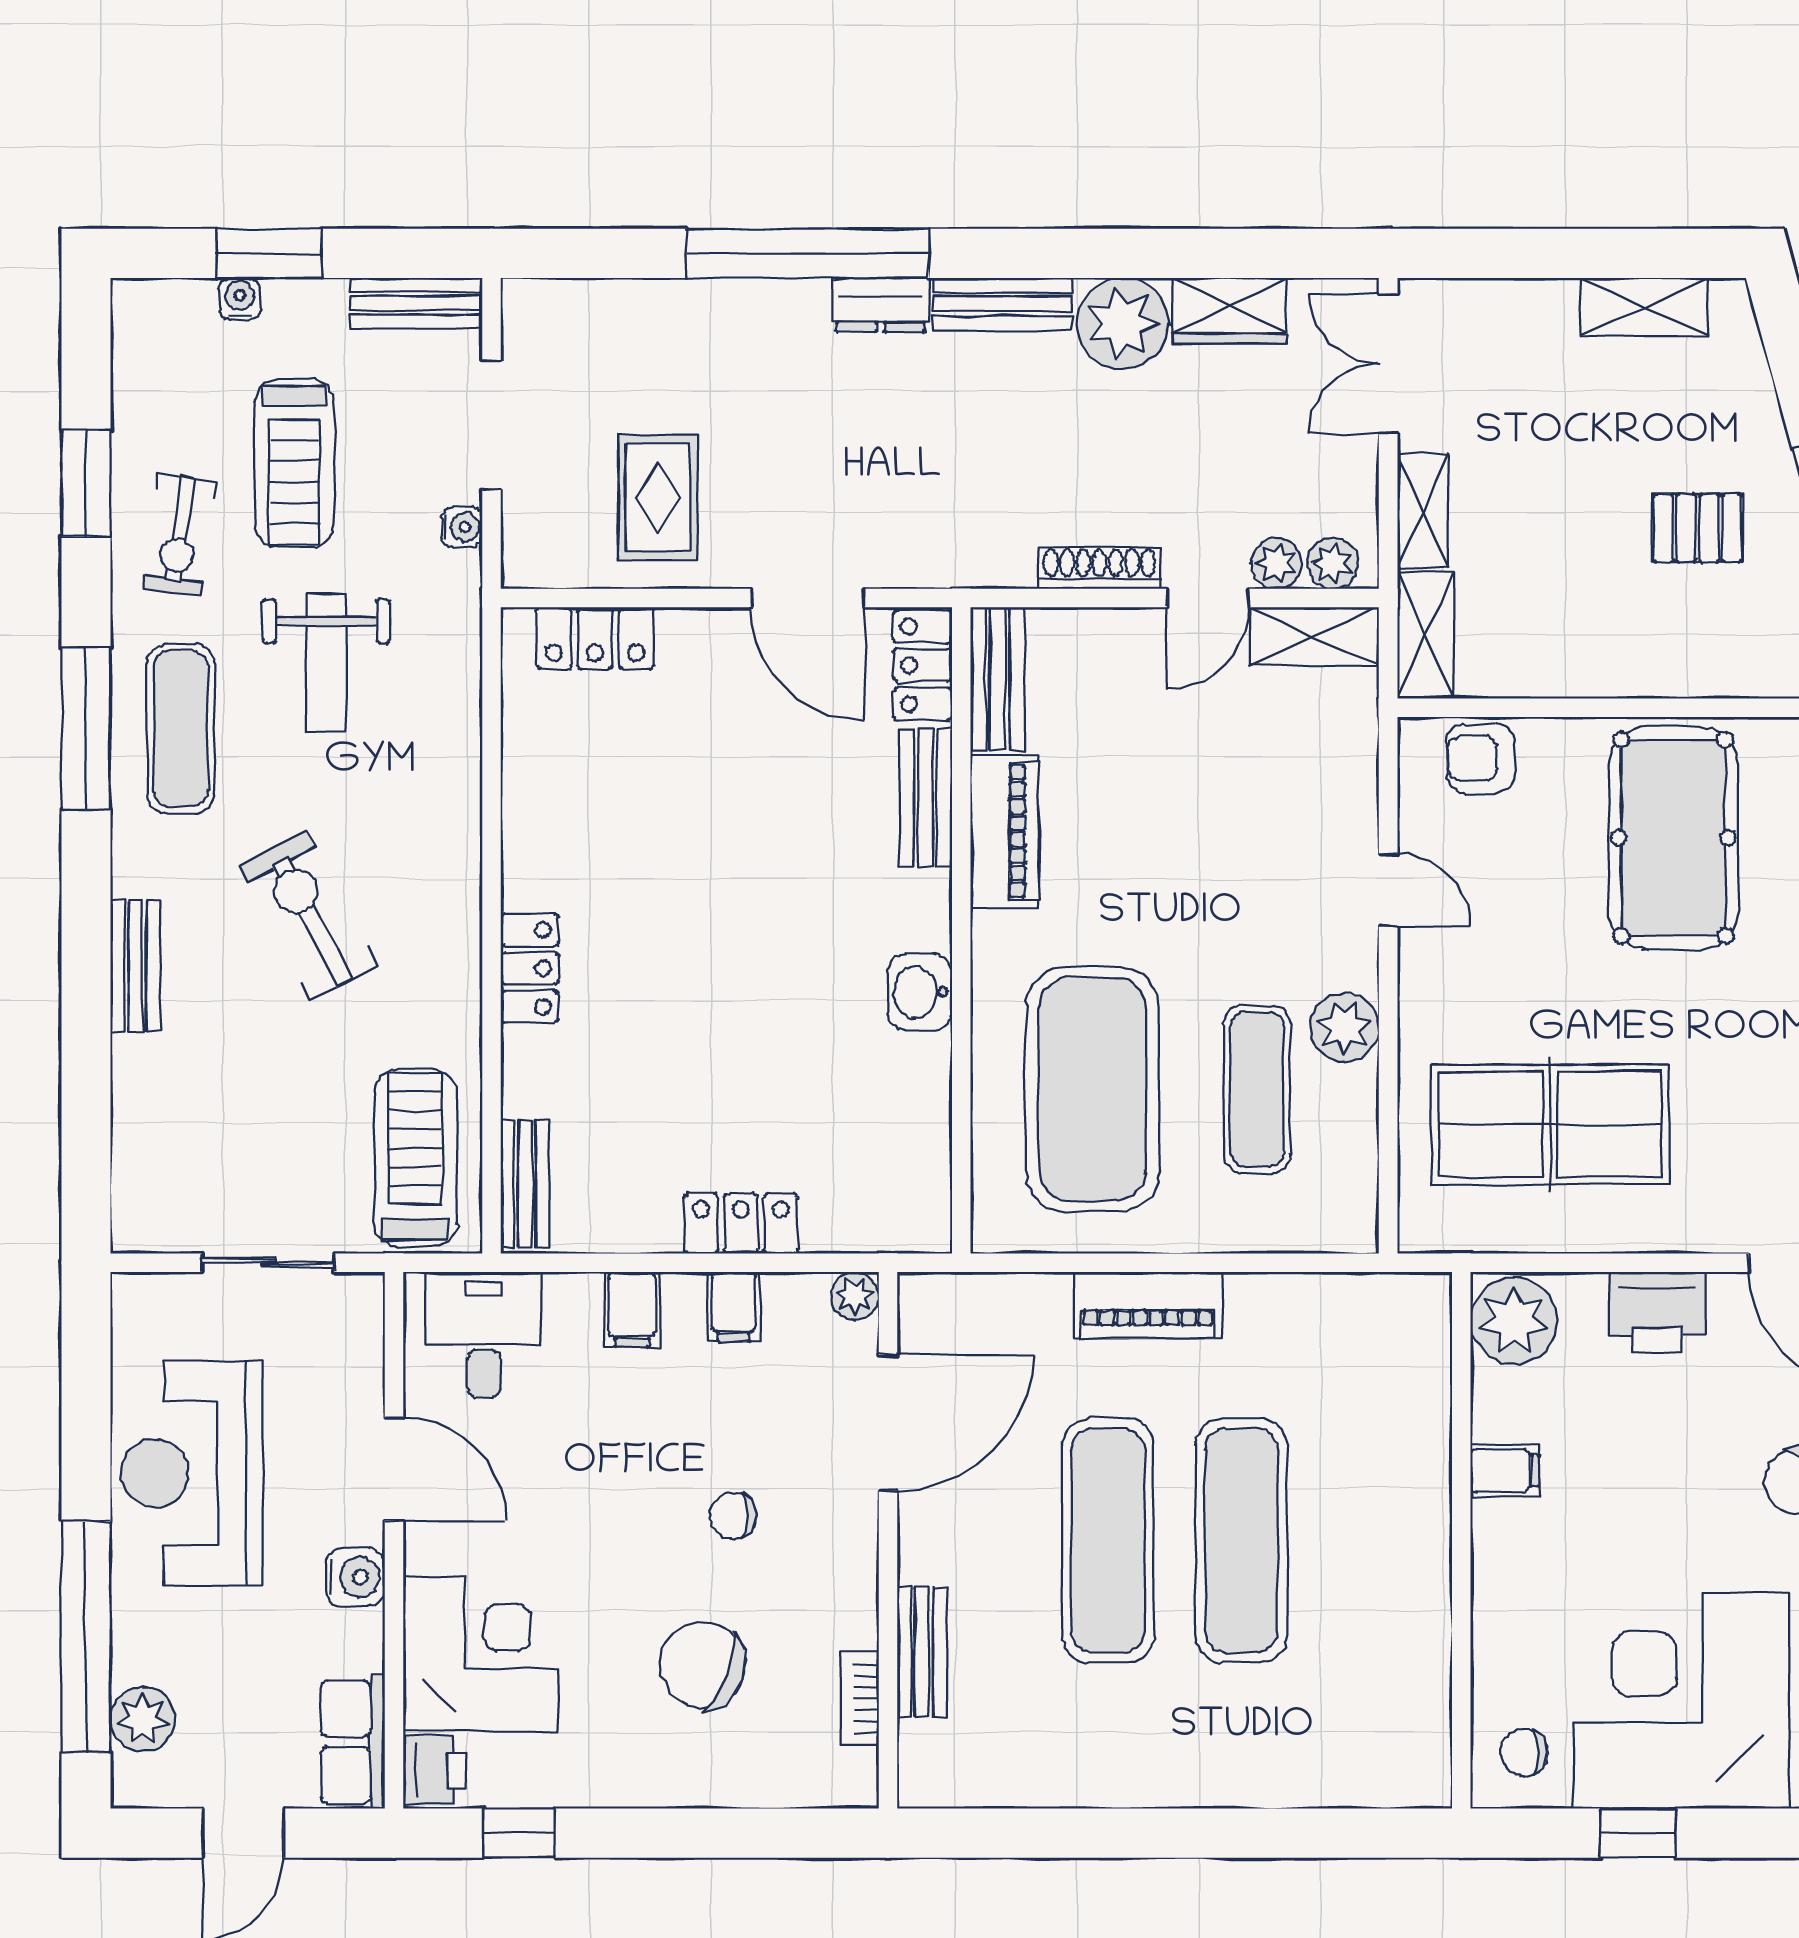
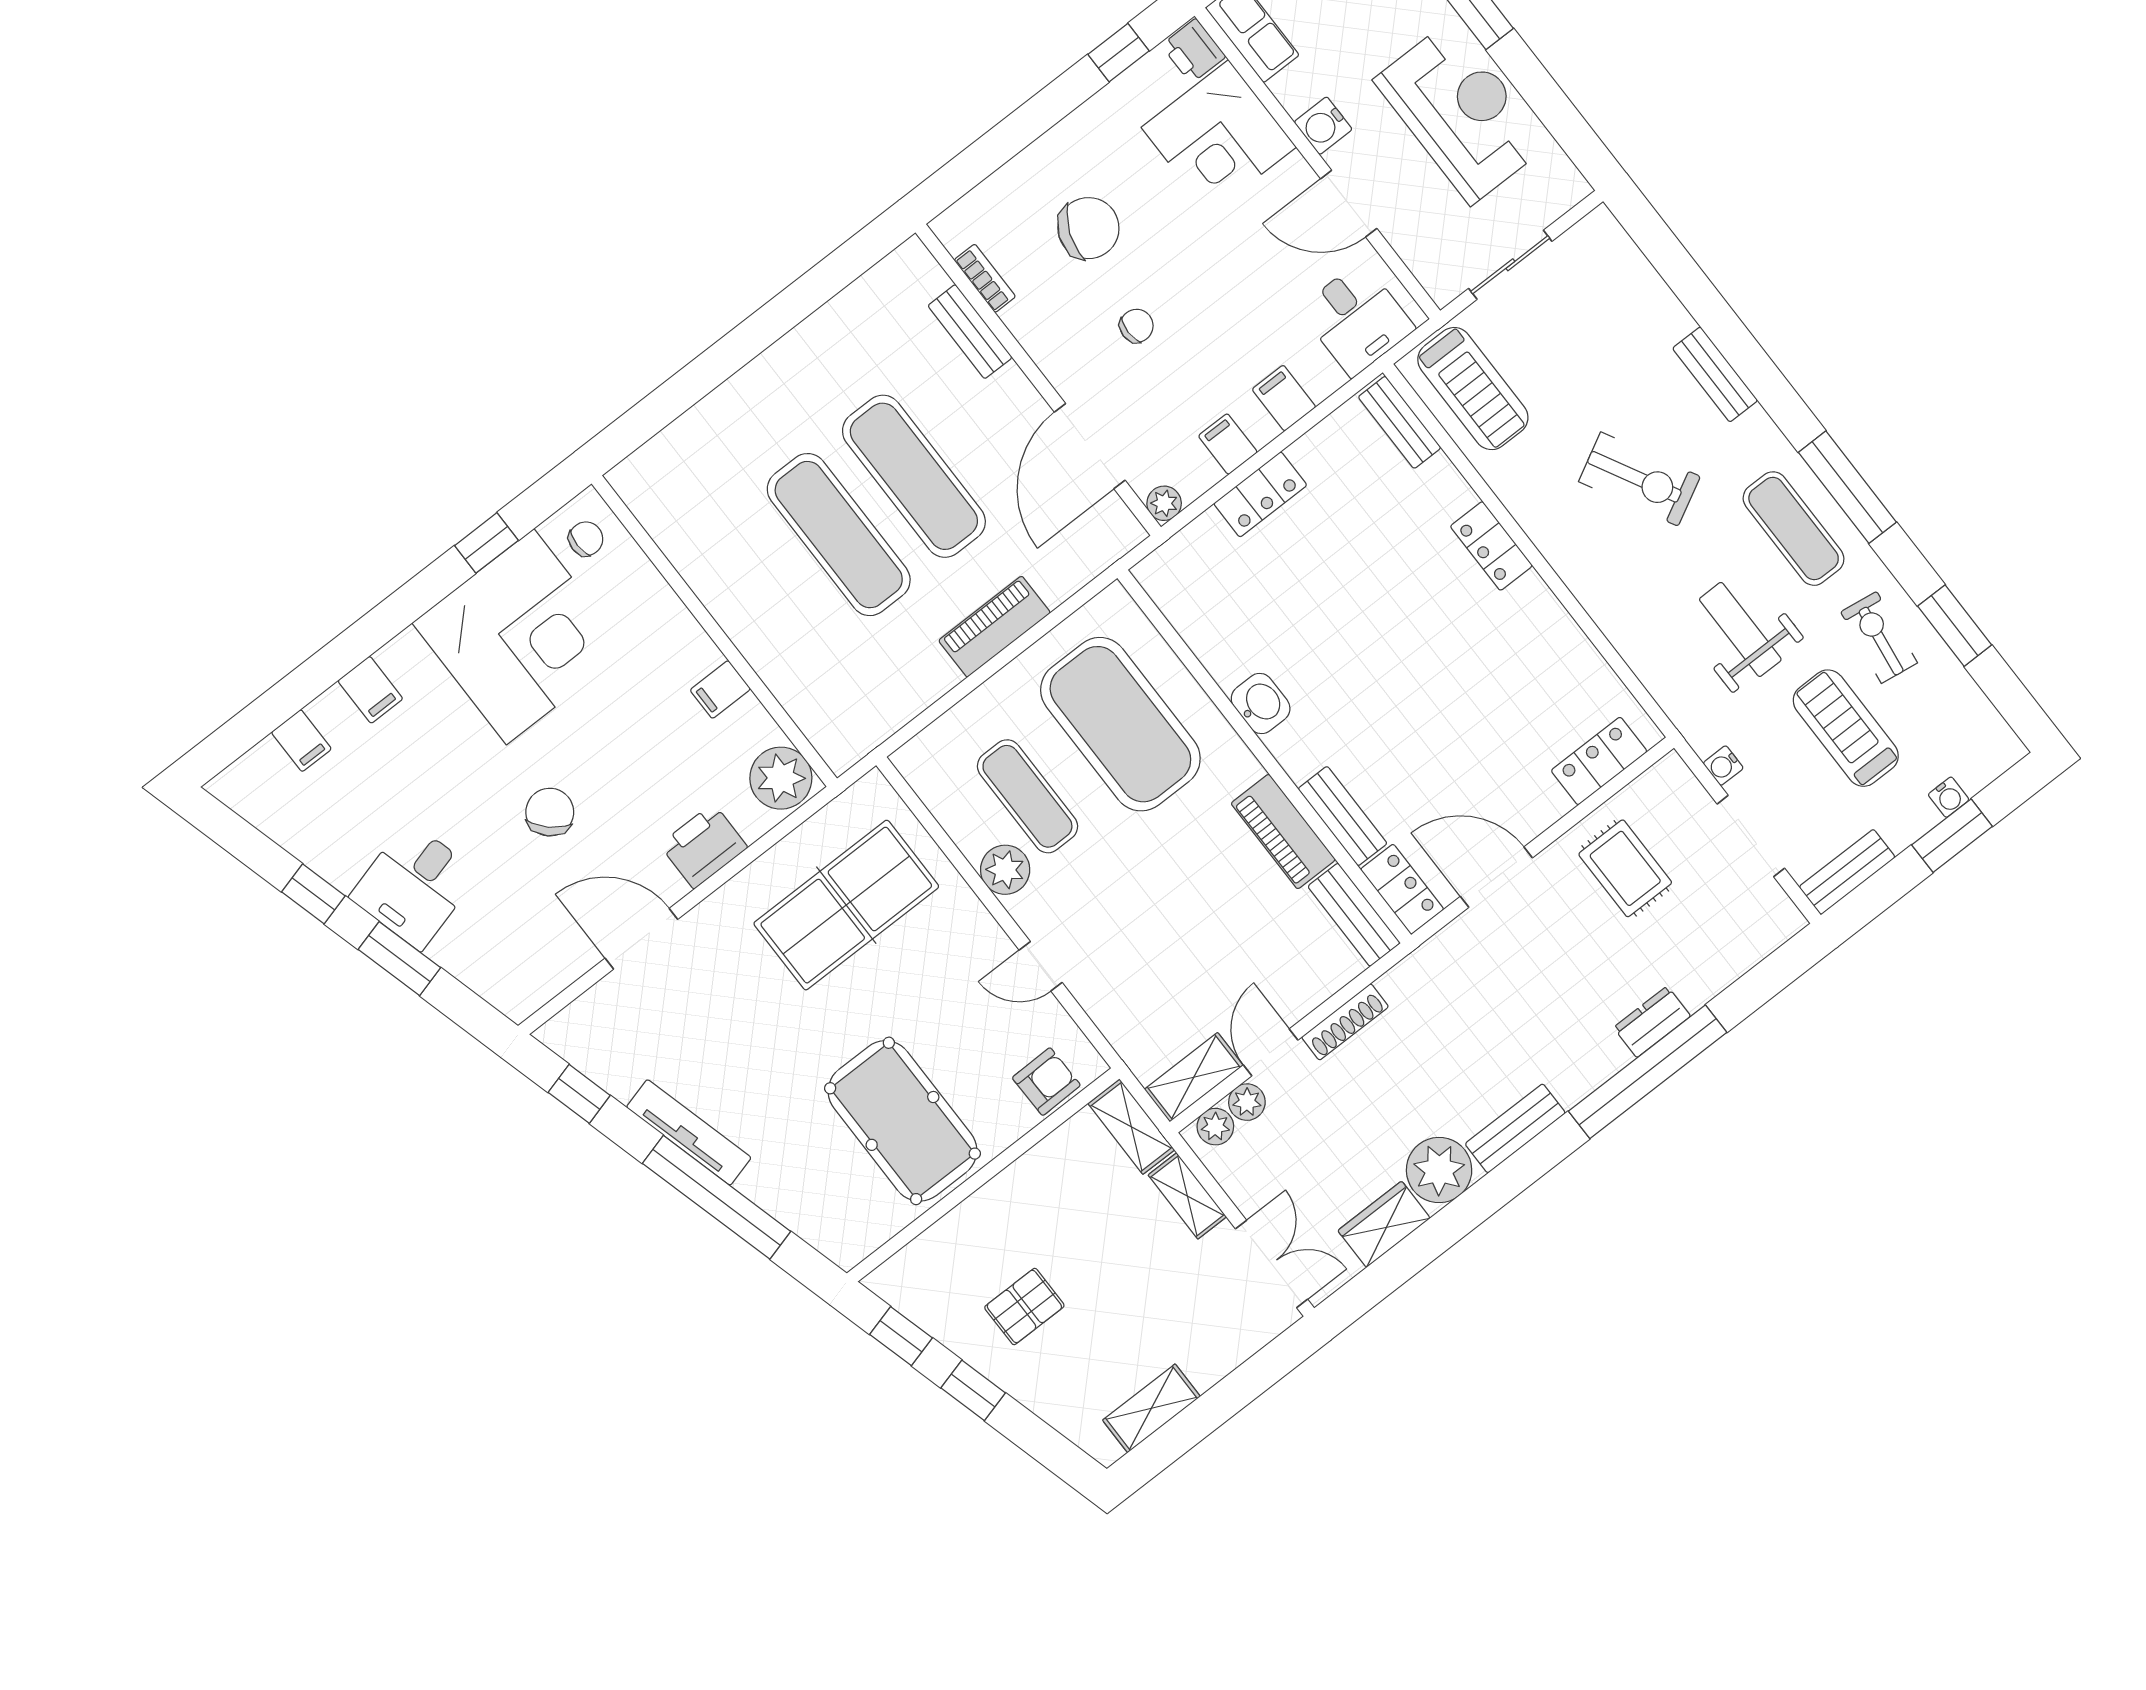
dresser: (881, 305) -> (1652, 1022), moved

